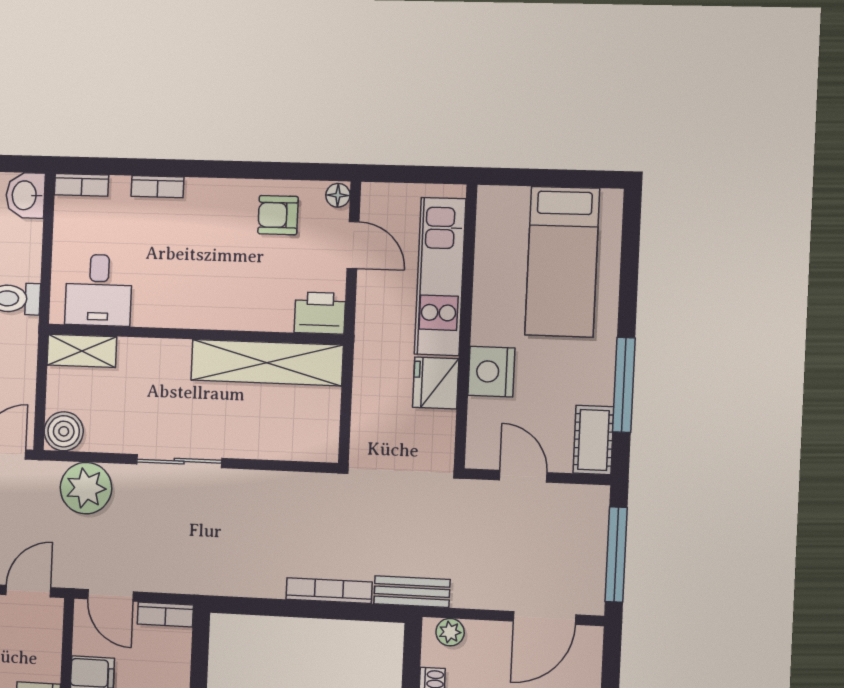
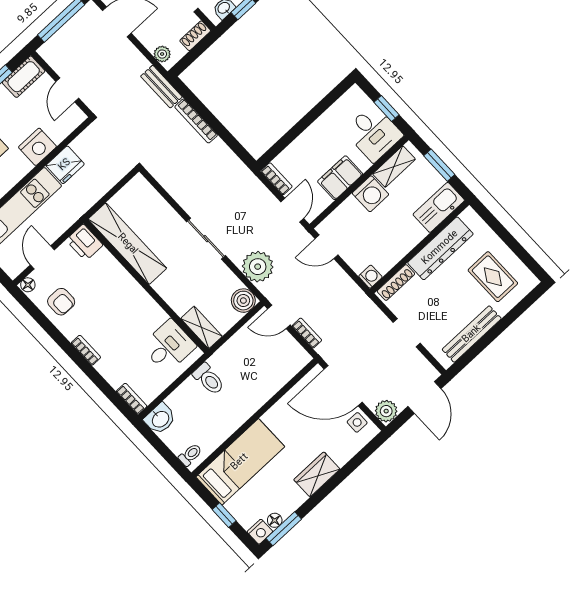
bookcase: (157, 187) -> (86, 350), moved

